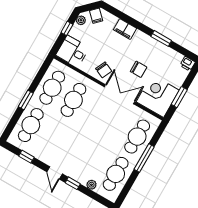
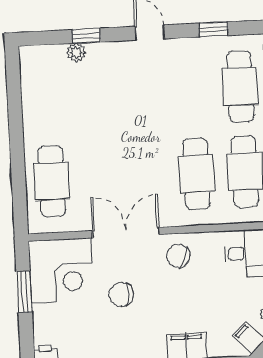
double door: (120, 94) -> (126, 233), swing flipped
window: (144, 158) -> (17, 153), removed
cafe table: (116, 174) -> (47, 96), removed
window: (73, 183) -> (86, 36), moved

